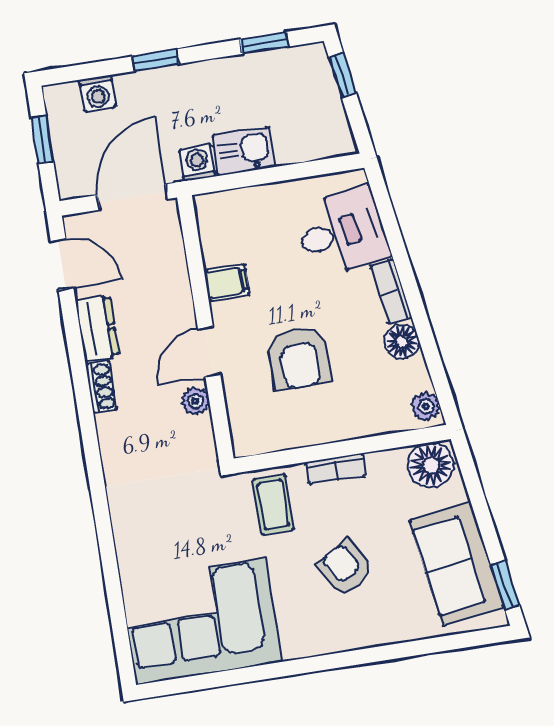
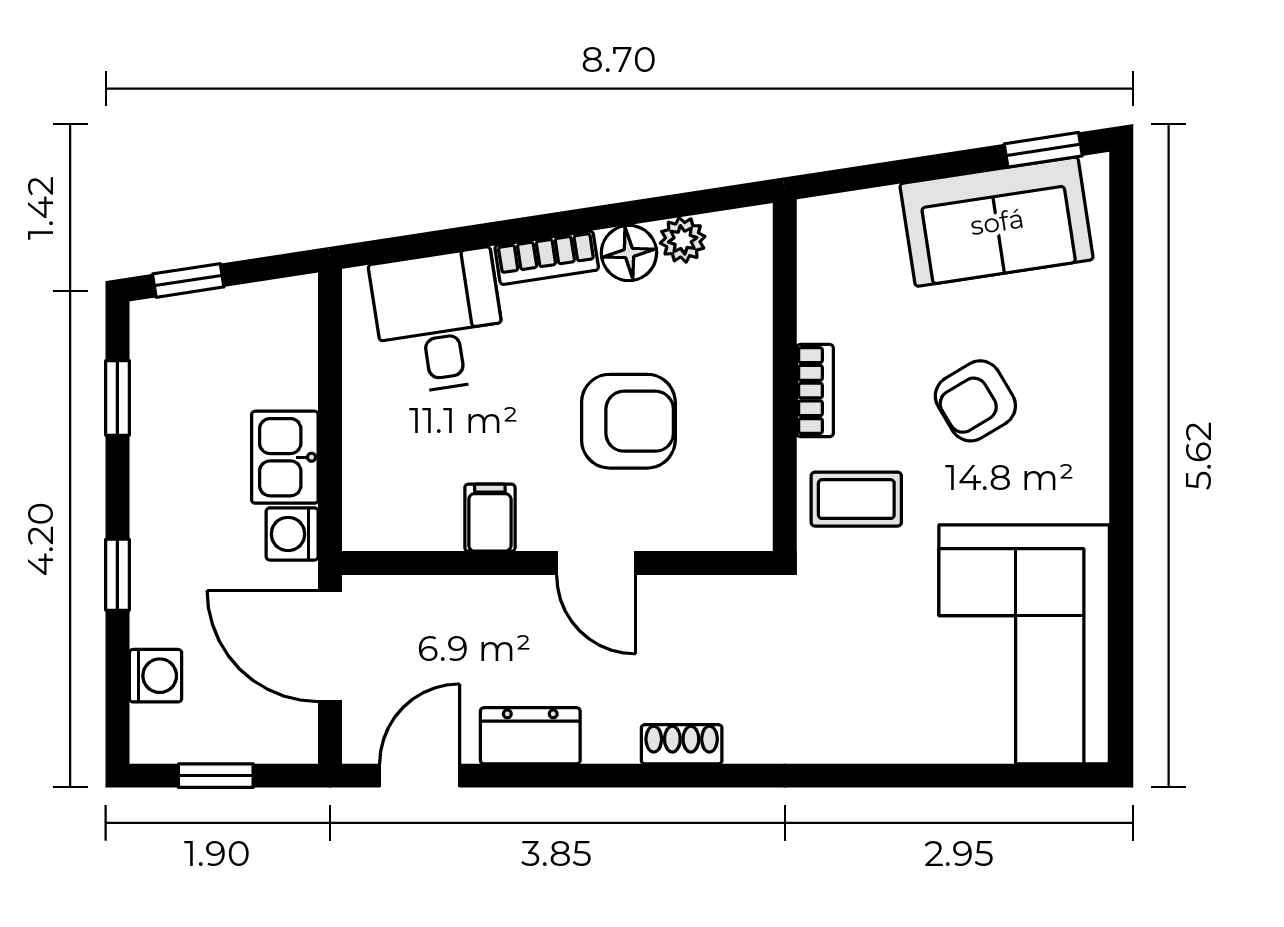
shoe rack: (101, 387) -> (682, 744), moved
plant: (196, 401) -> (672, 597), removed
plant: (426, 406) -> (683, 240), moved
floor lamp: (431, 465) -> (833, 238), removed

